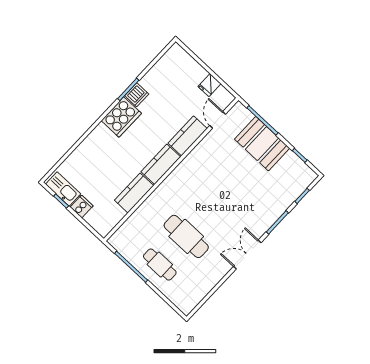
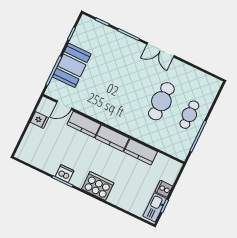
cooker: (121, 117) -> (98, 186), moved

